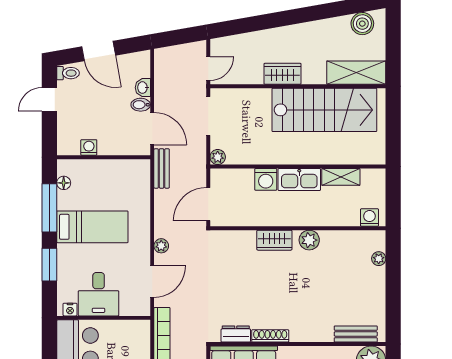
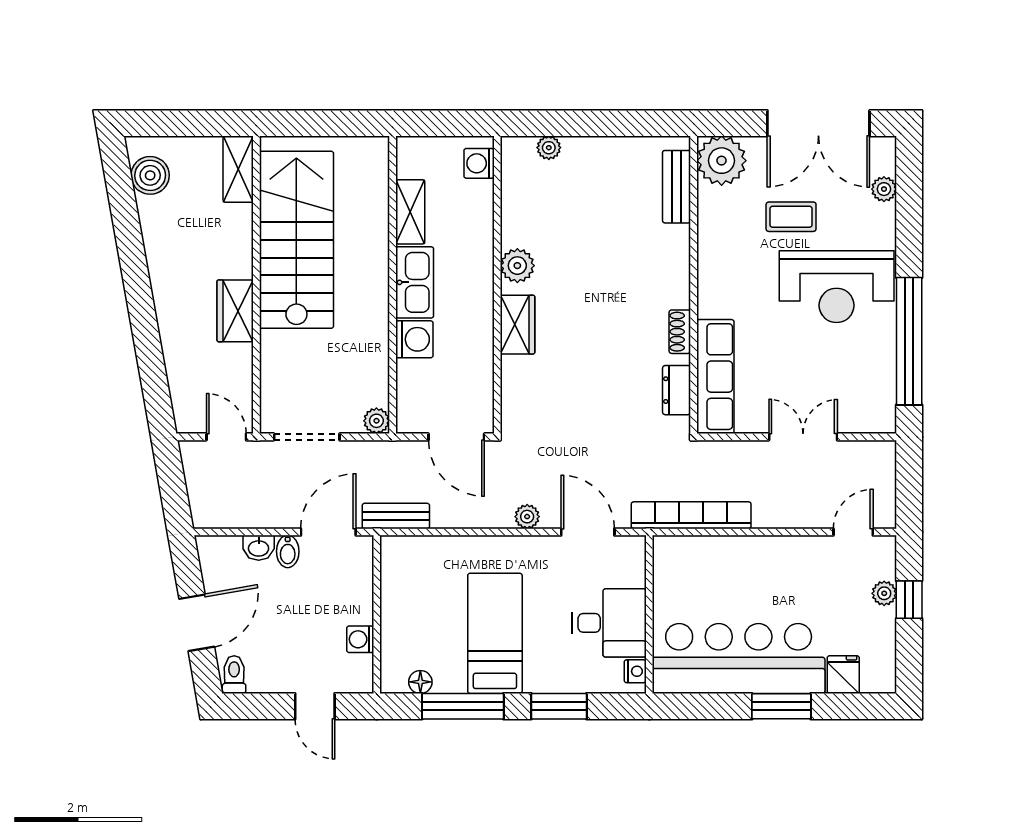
shelving: (356, 73) -> (238, 169), width x0.67, depth x0.75
door: (49, 99) -> (315, 706), moved
shoe rack: (270, 336) -> (680, 332), width x0.70

